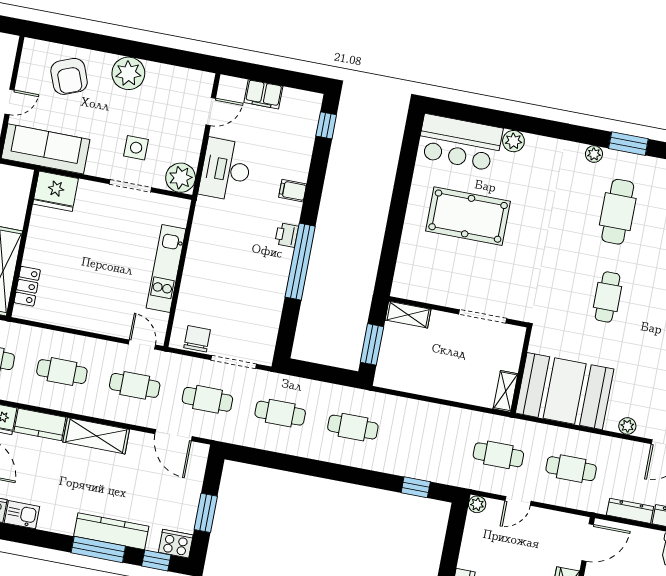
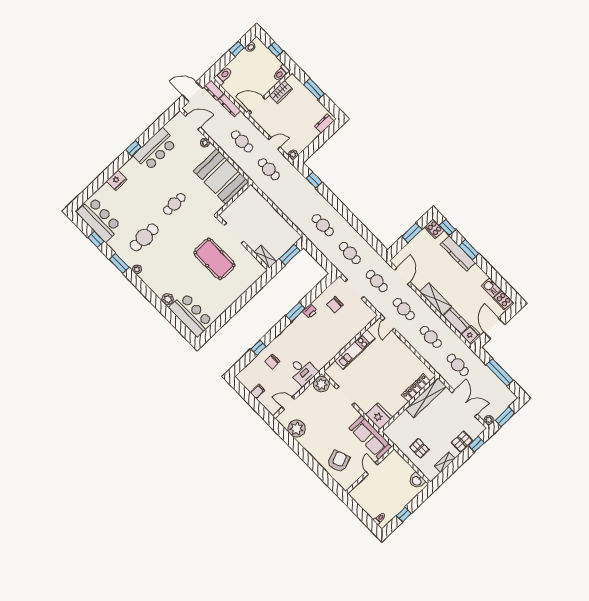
plant: (128, 73) -> (297, 429), moved
filing cabinet: (263, 94) -> (257, 391), width x0.50
door: (9, 102) -> (372, 468), hinge flipped
window: (326, 125) -> (258, 348), moved
side table: (136, 148) -> (331, 410), removed
chair: (282, 159) -> (272, 361), added
desk: (226, 170) -> (303, 371), width x0.73
filing cabinet: (293, 191) -> (277, 345), removed
pool table: (468, 216) -> (214, 259), moved
printer: (287, 235) -> (310, 311), moved
window: (300, 262) -> (295, 312), width x0.47
locker: (27, 286) -> (416, 388), width x1.53
chair: (197, 339) -> (335, 305), moved
shelving: (506, 391) -> (247, 194), removed
window: (98, 549) -> (469, 250), width x0.69

